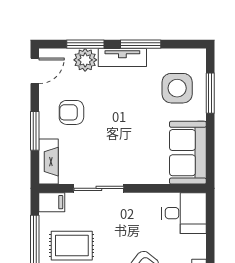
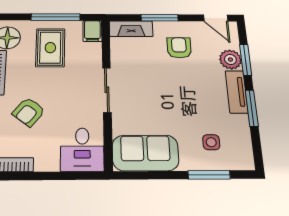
side table: (177, 88) -> (211, 142), width x0.54, depth x0.54
sliding door: (99, 188) -> (107, 90), moved

